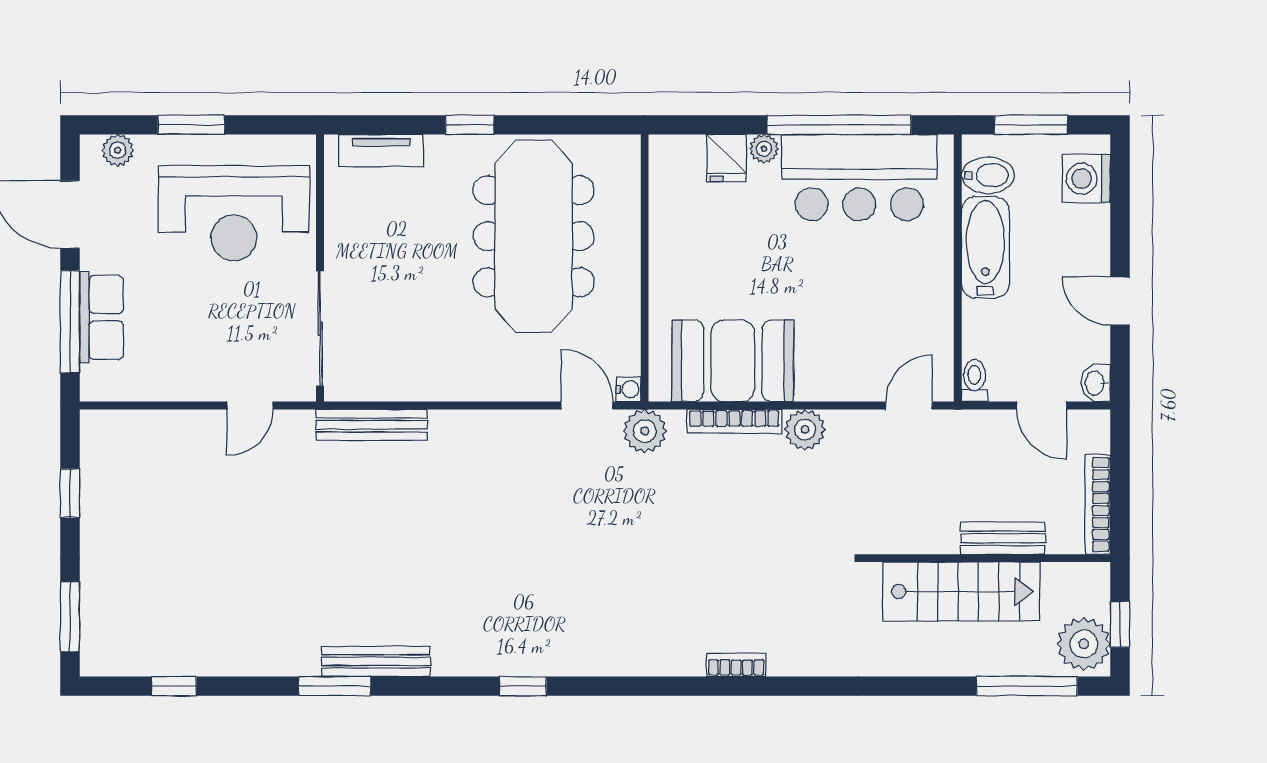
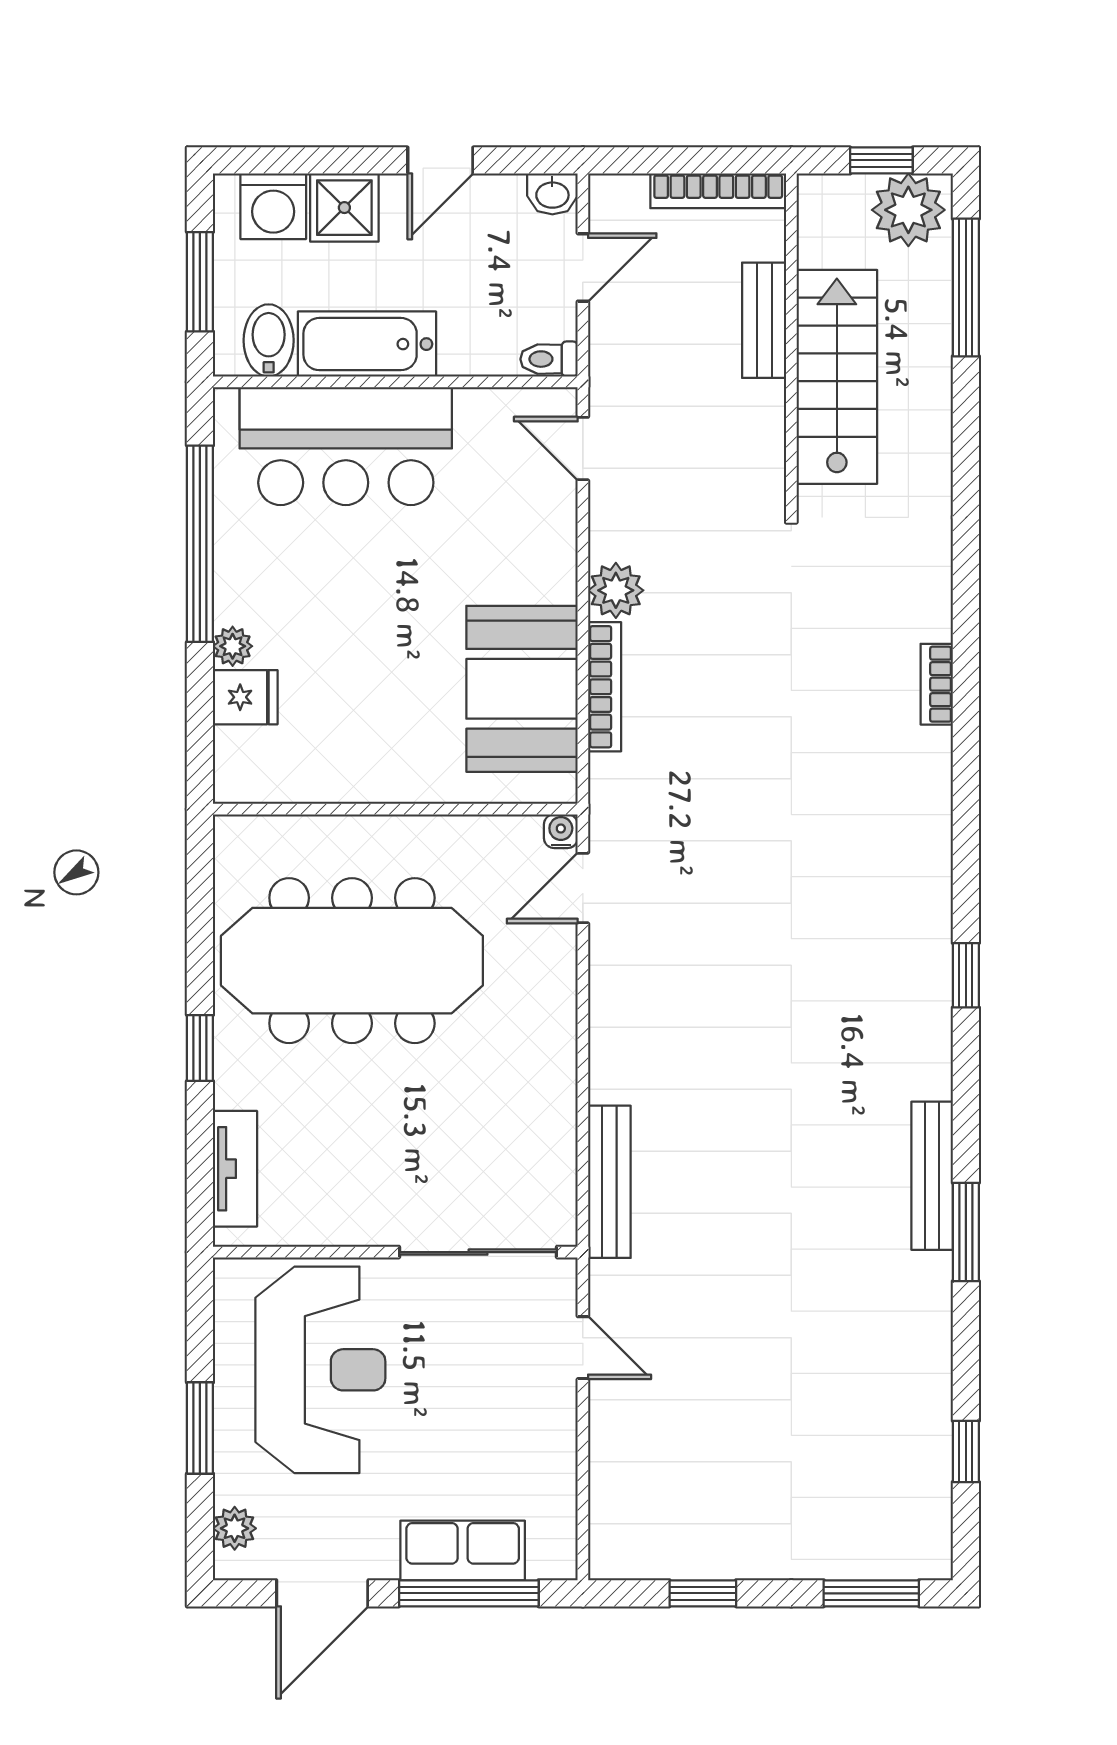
bar counter: (859, 178) -> (346, 446), moved, turned 90
shower: (1085, 231) -> (344, 208), added
plant: (645, 431) -> (618, 809), removed

